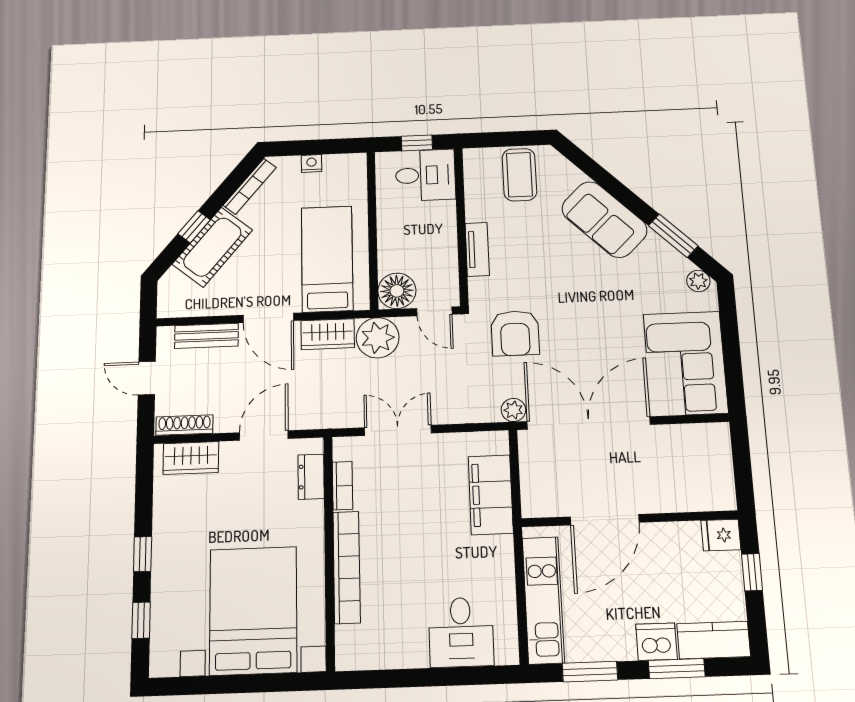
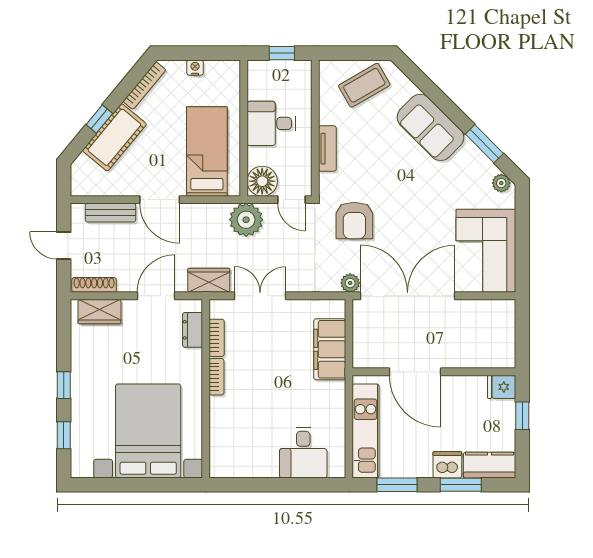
desk: (425, 175) -> (271, 123), moved, turned 180
coffee table: (519, 175) -> (364, 85), turned 60
wardrobe: (328, 334) -> (209, 280), moved, turned 180
door: (605, 520) -> (415, 372), hinge flipped
bookcase: (347, 567) -> (216, 377), width x0.43, depth x0.76

